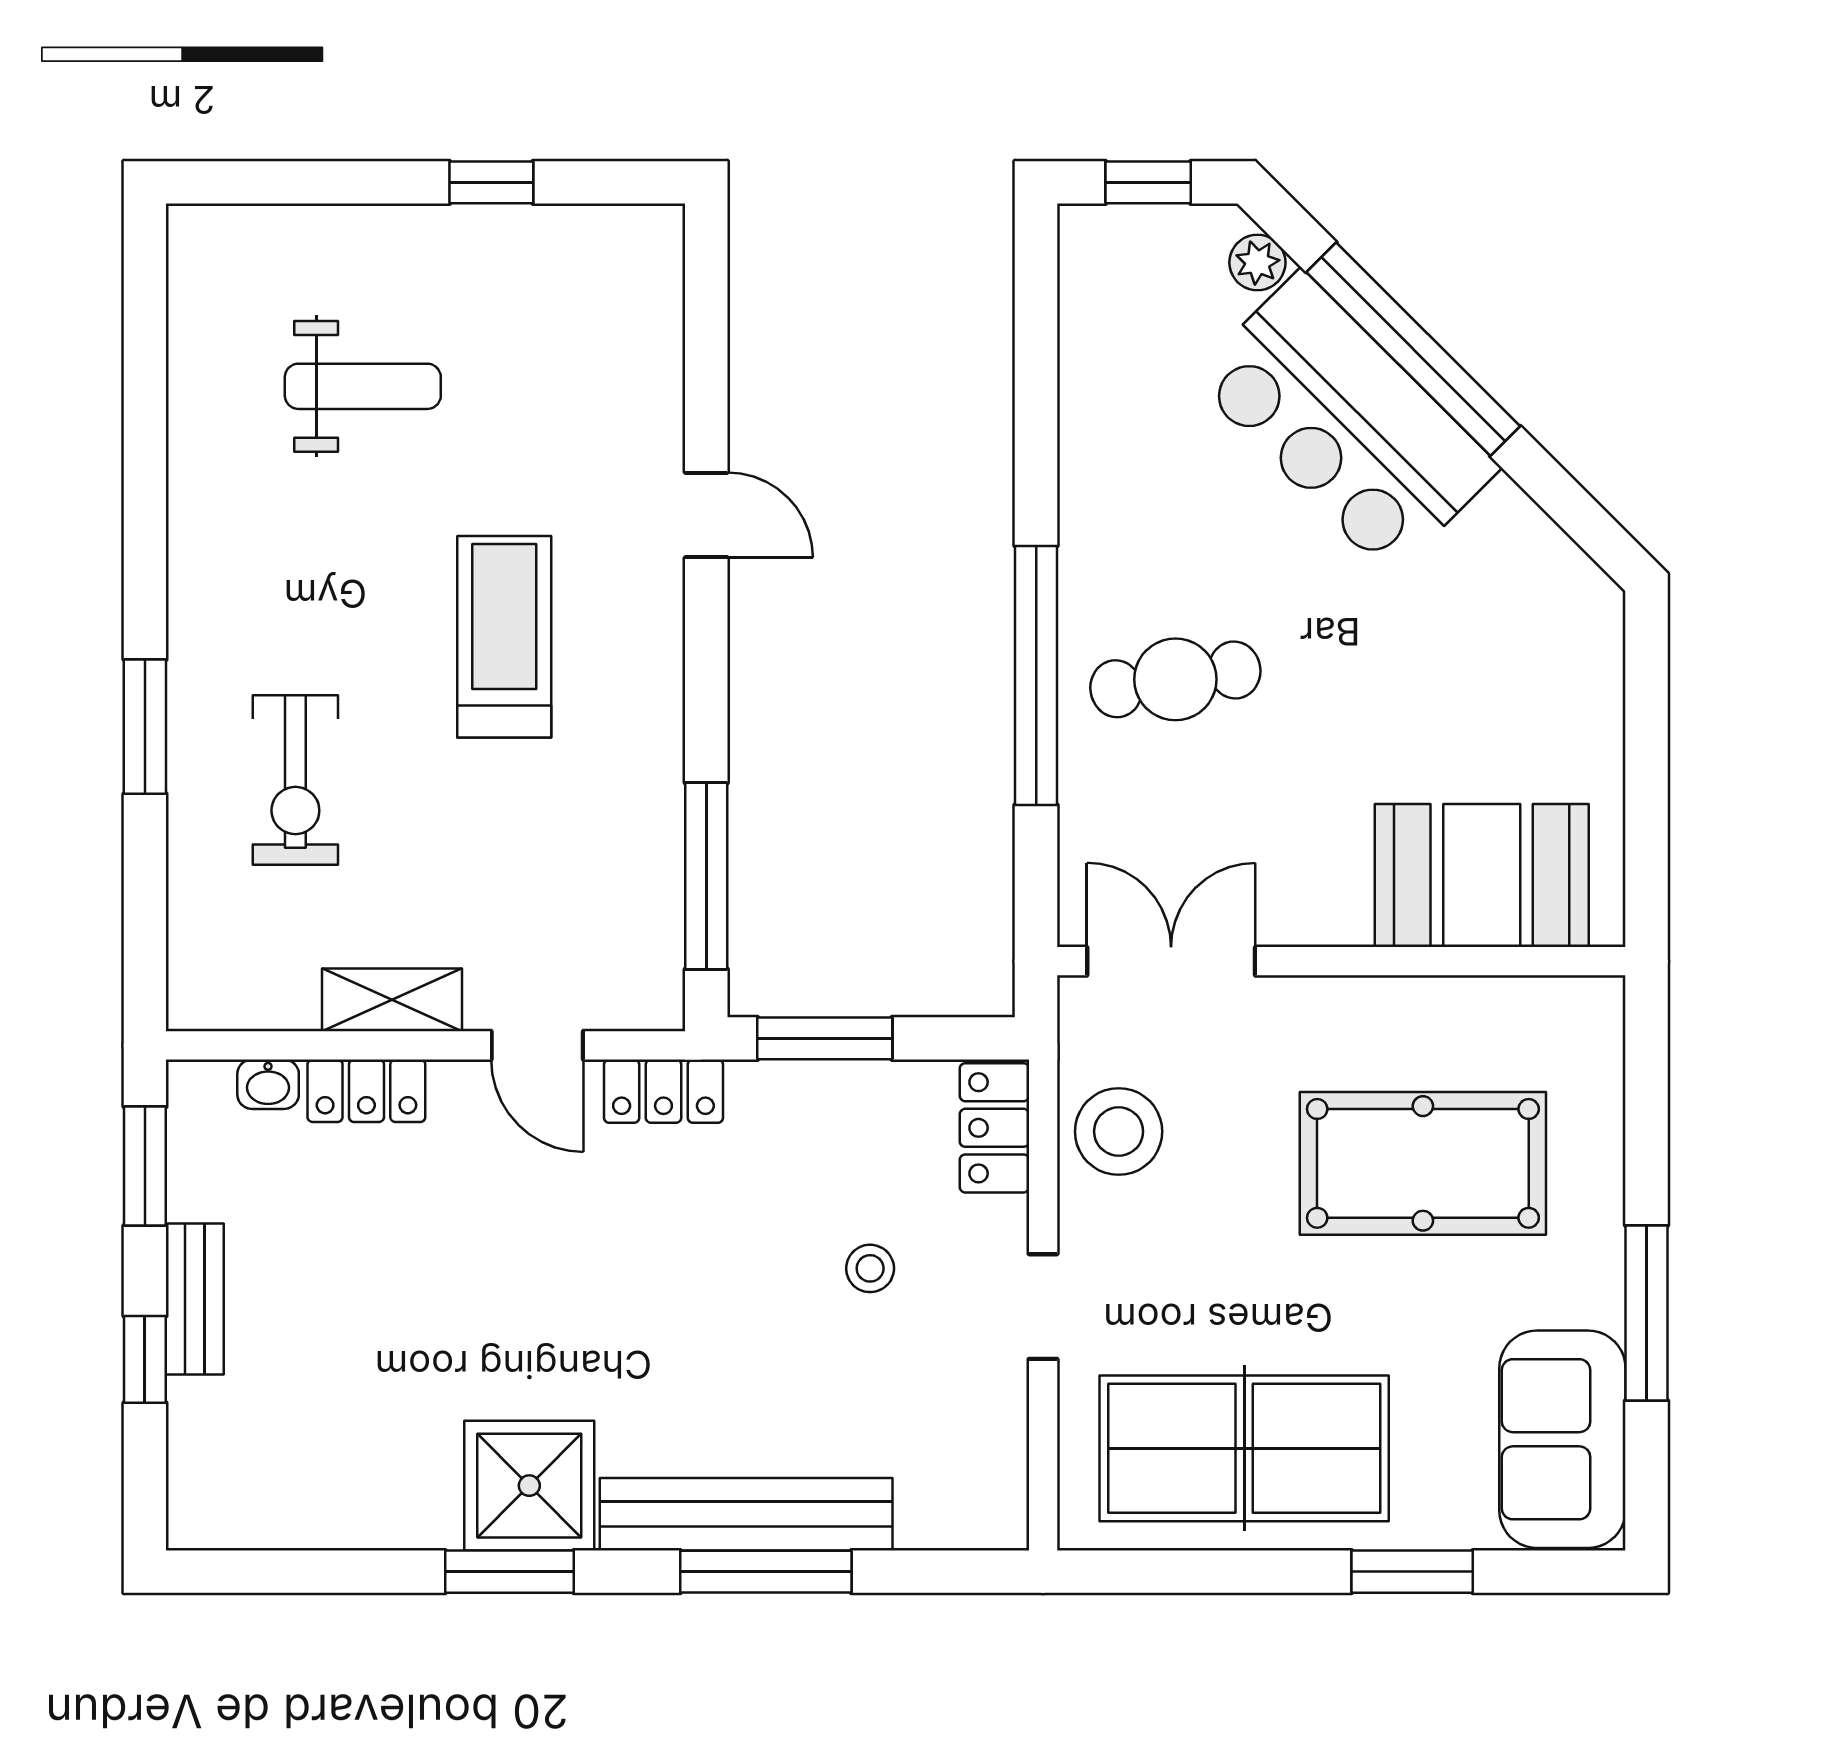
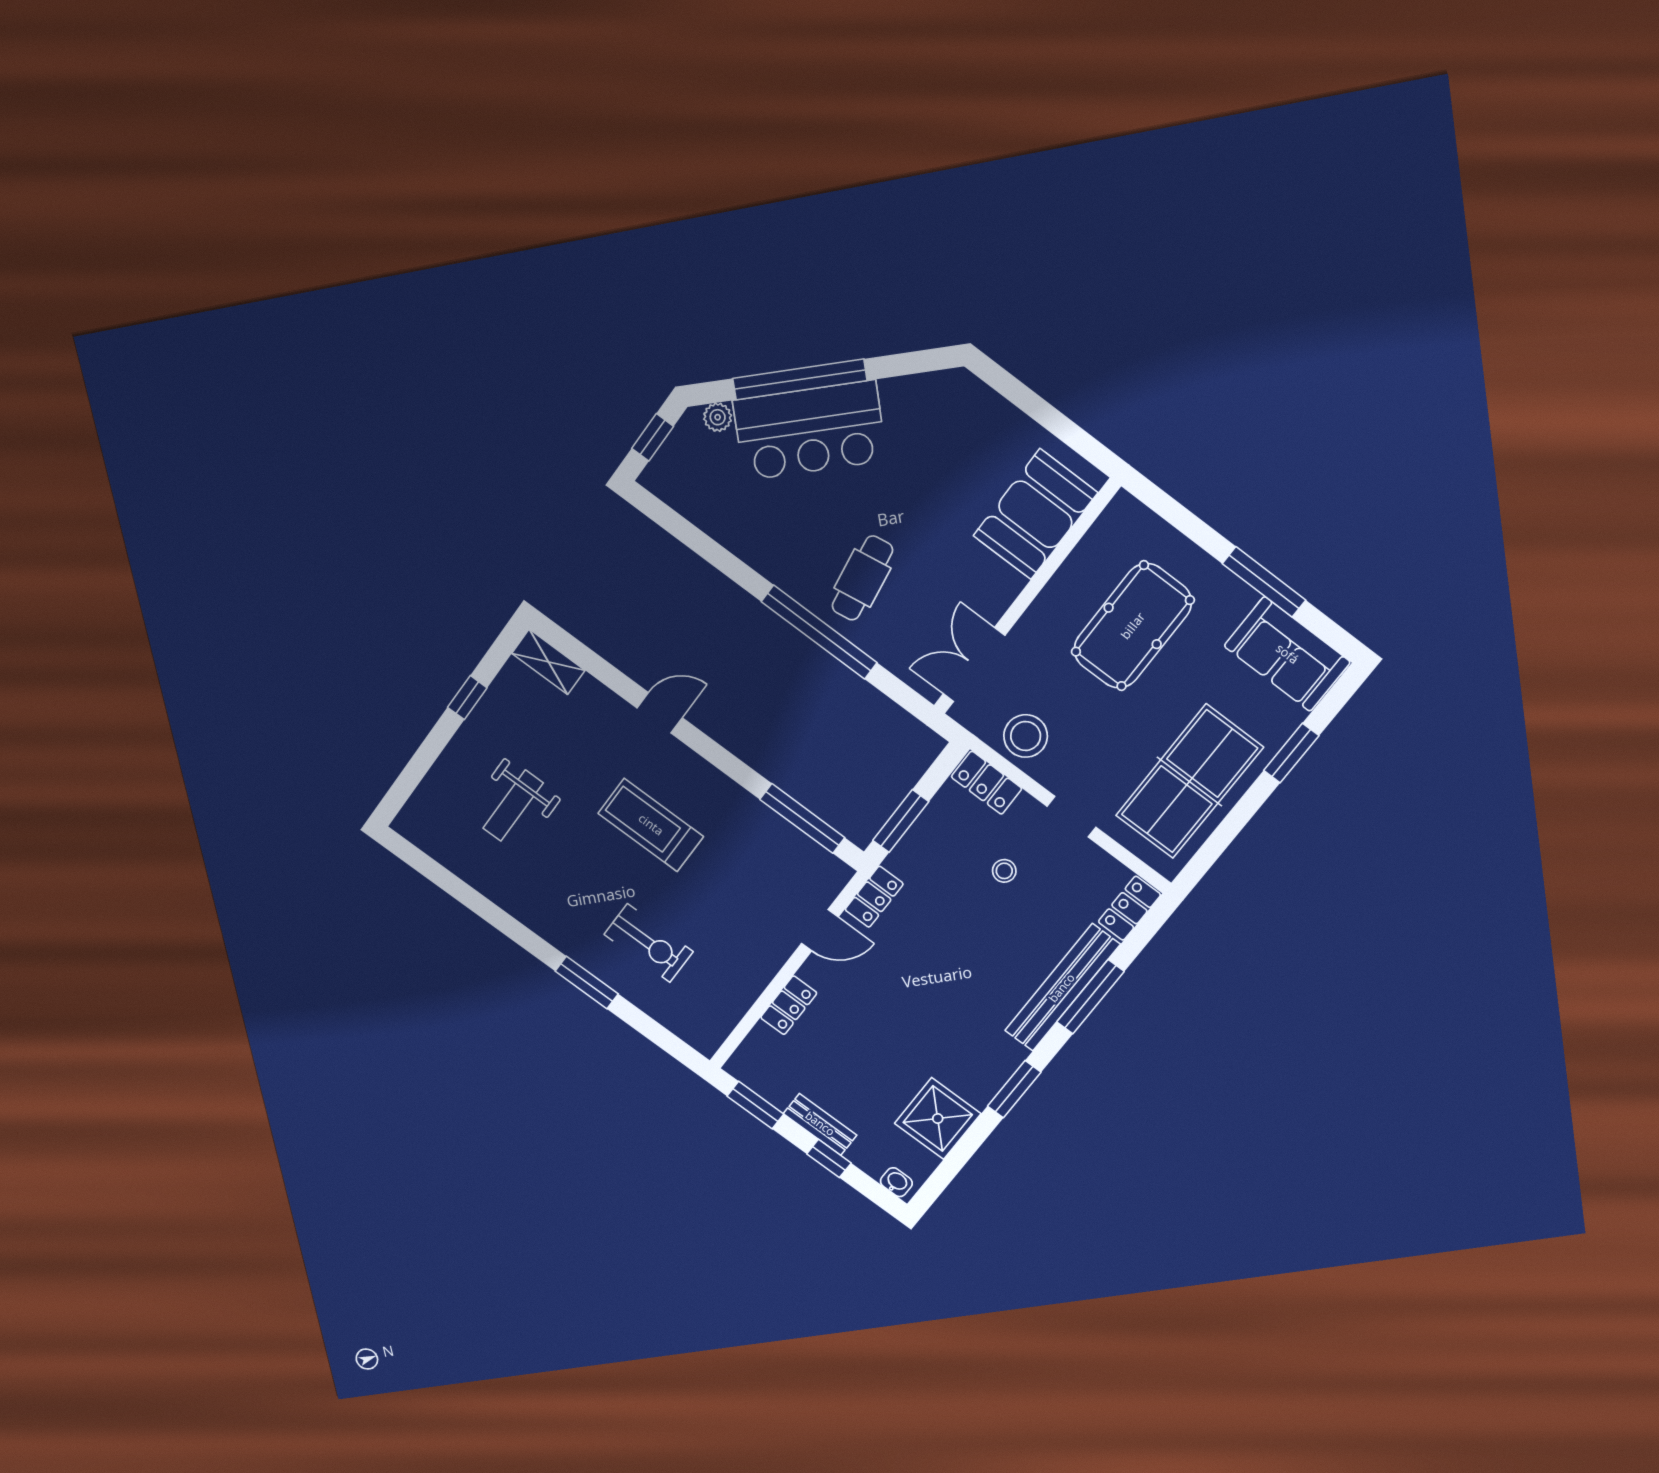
weight bench: (363, 386) -> (513, 806), turned 180
shelving: (392, 1000) -> (548, 662), moved, turned 90
washbasin: (268, 1084) -> (896, 1182), moved, turned -90
shower: (529, 1486) -> (938, 1119), moved
locker: (963, 1517) -> (1129, 908), added

